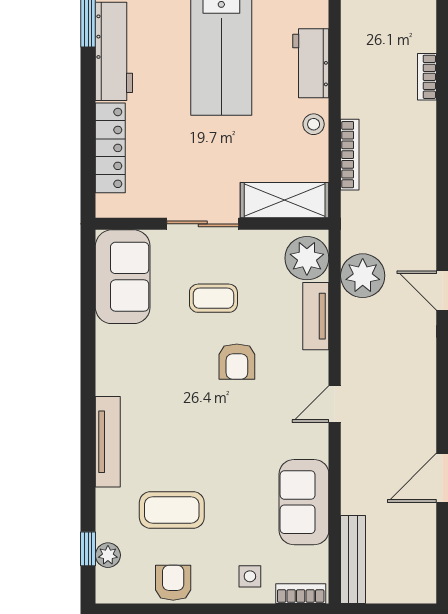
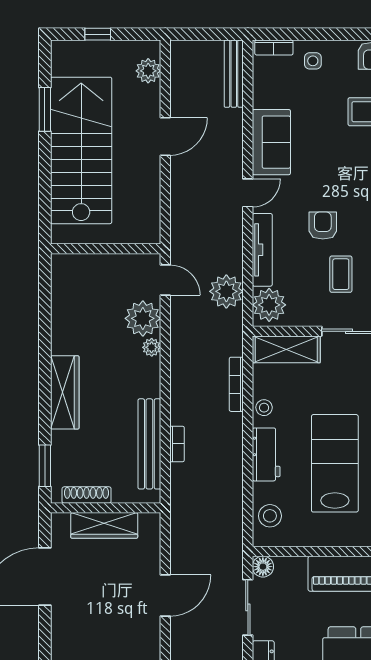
coffee table: (213, 298) -> (341, 274), turned 90
tv unit: (316, 316) -> (262, 250), width x1.41
sofa: (304, 502) -> (271, 142), moved

